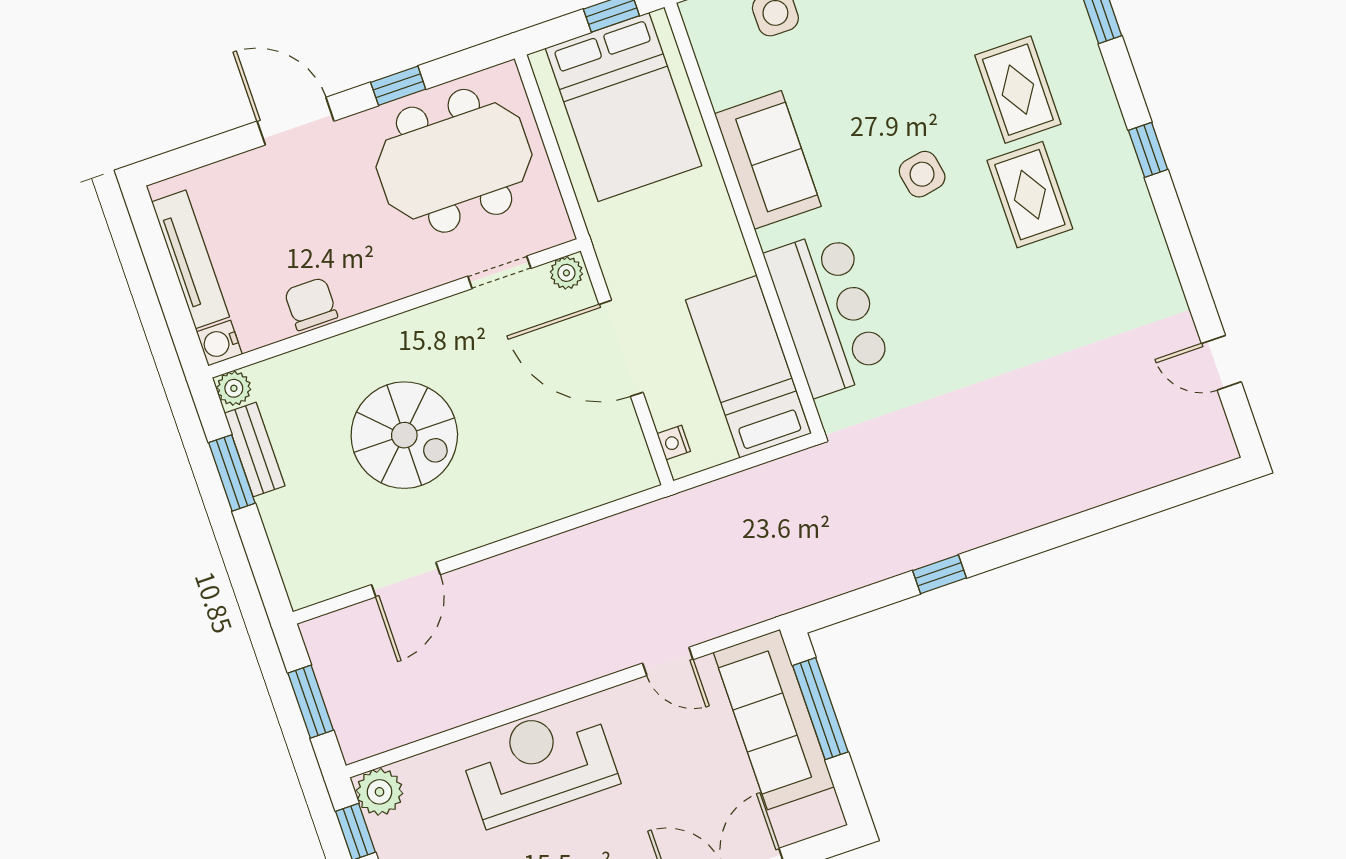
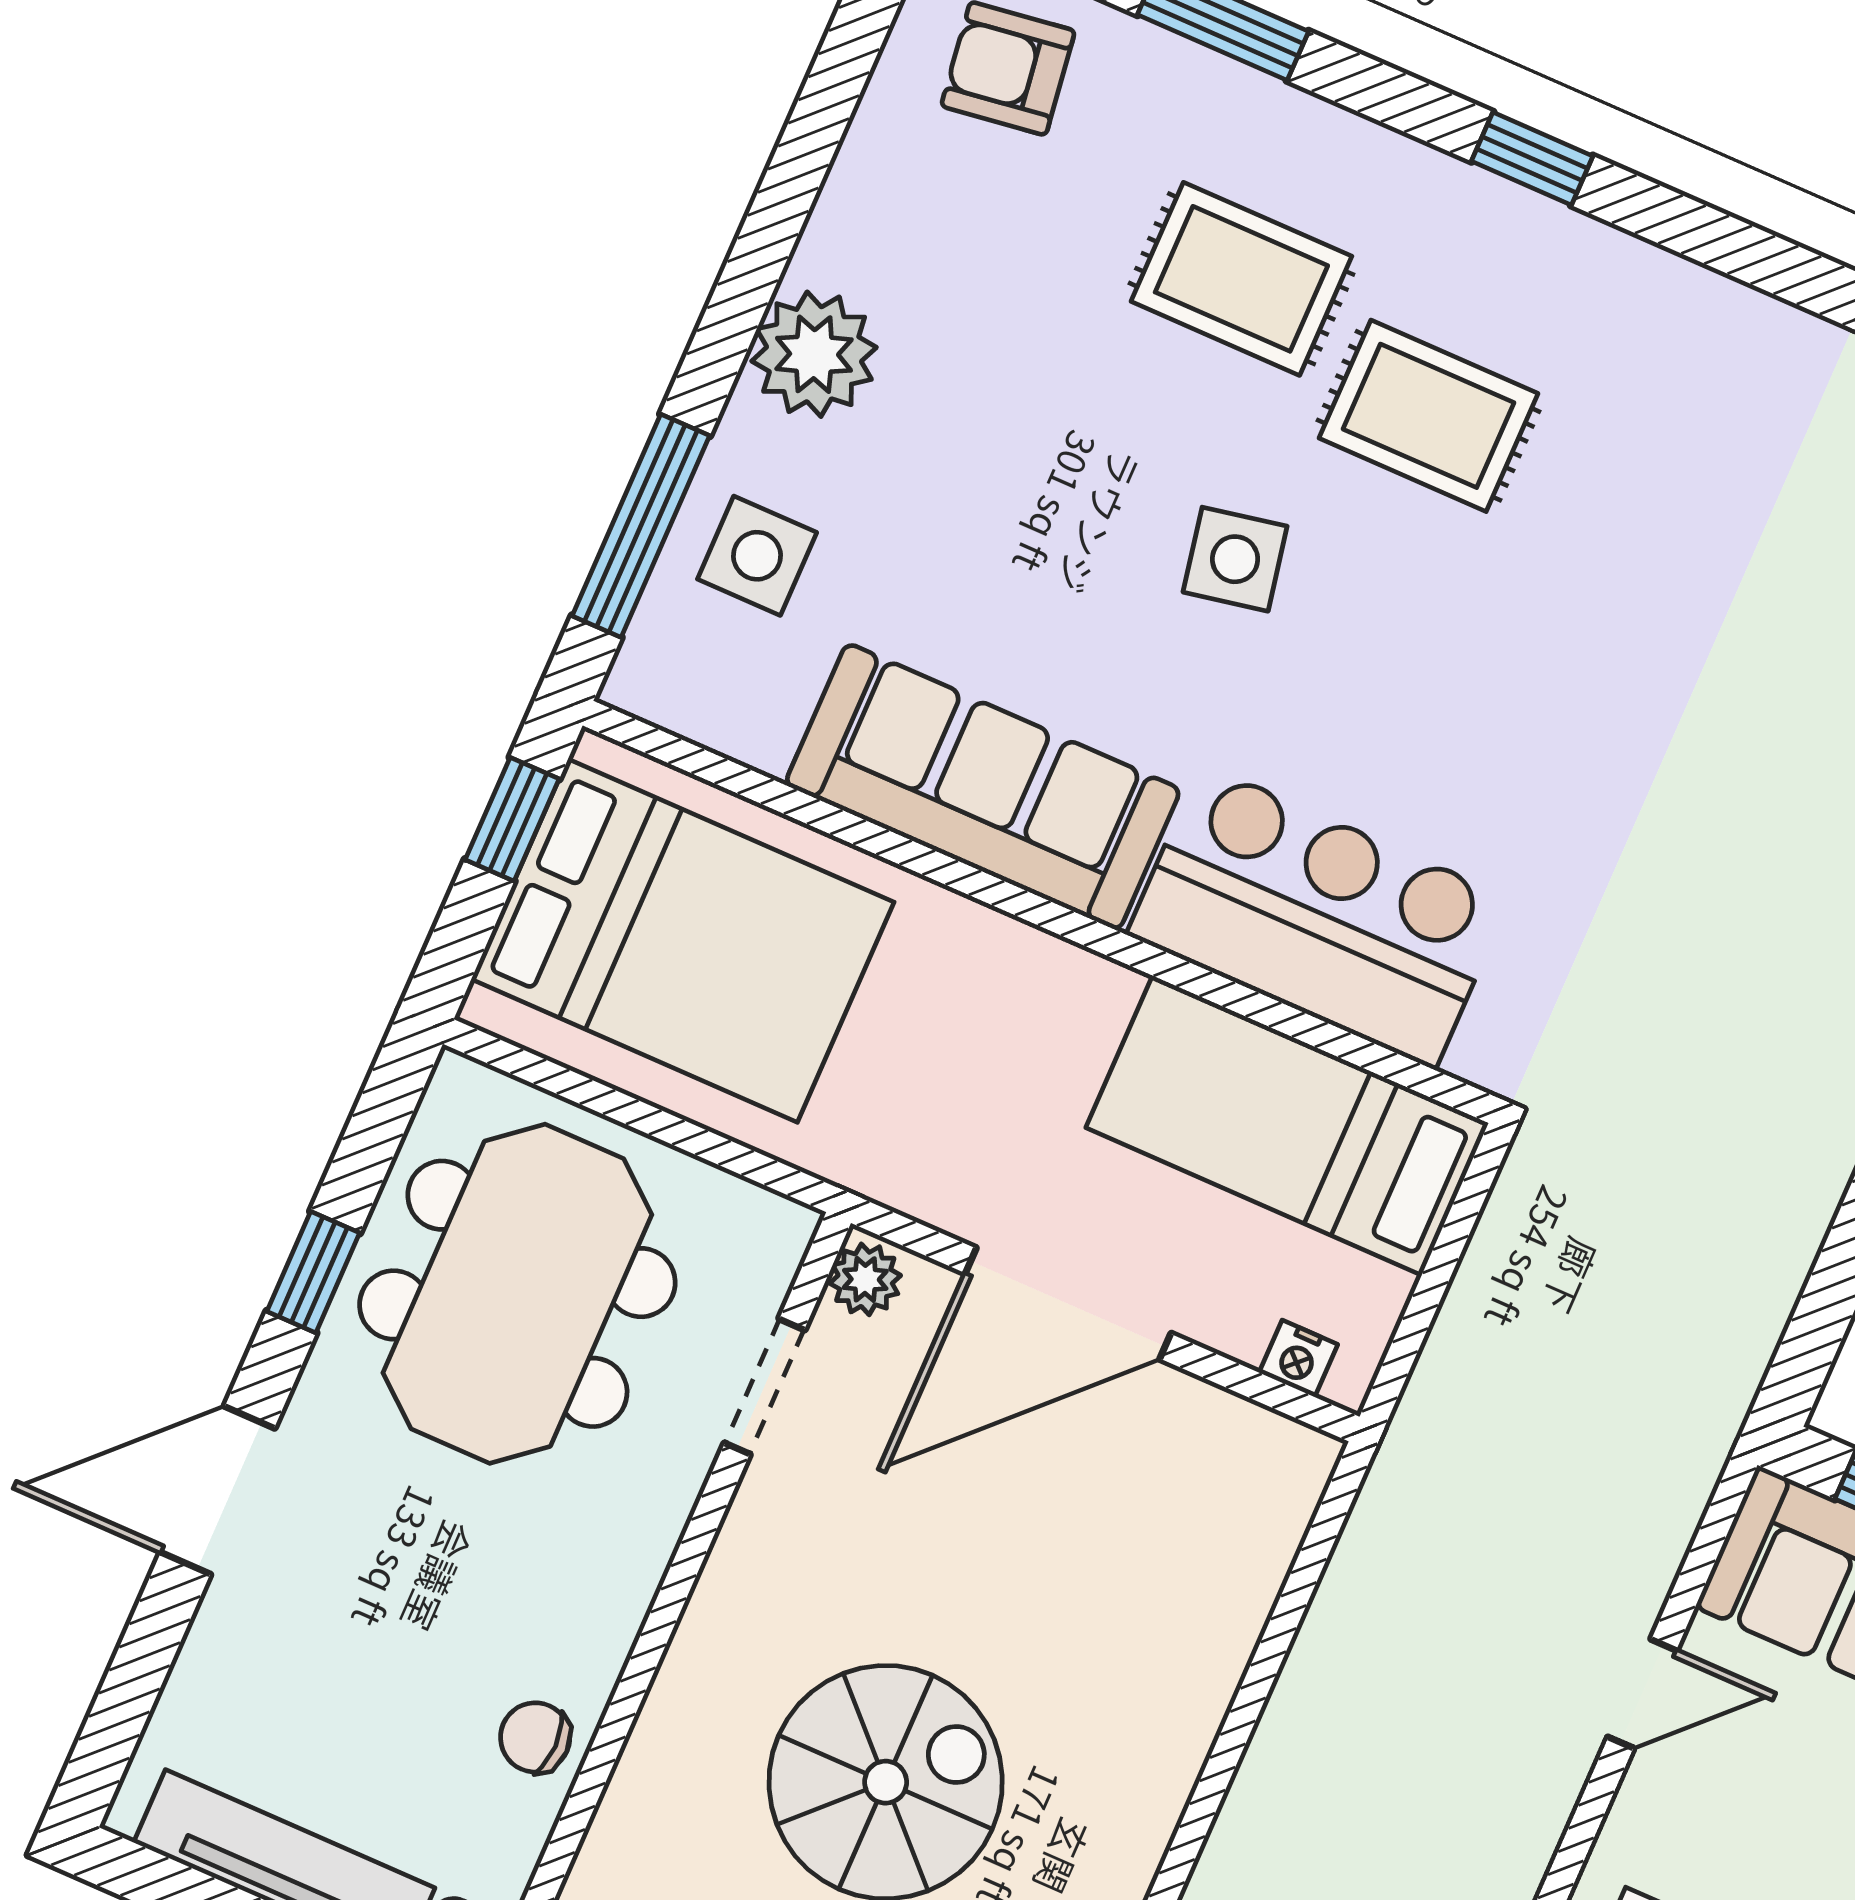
sofa: (768, 160) -> (983, 787), width x1.36
chair: (311, 304) -> (535, 1737), width x0.73, depth x0.73

